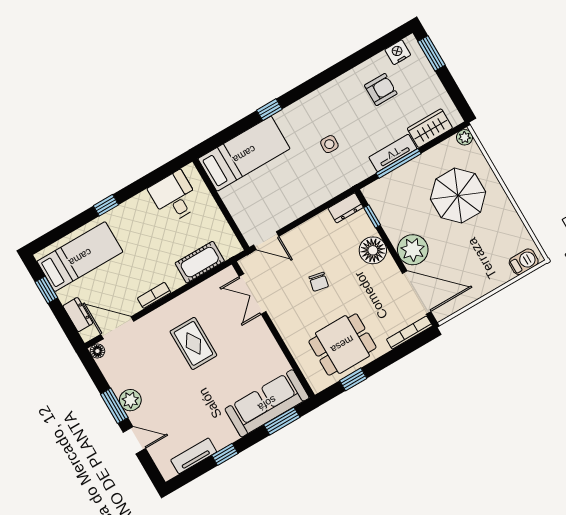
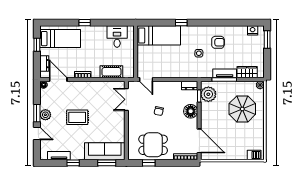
armchair: (381, 90) -> (218, 42), moved
plant: (413, 250) -> (208, 94), moved
rug: (193, 343) -> (77, 117), moved, turned 90

